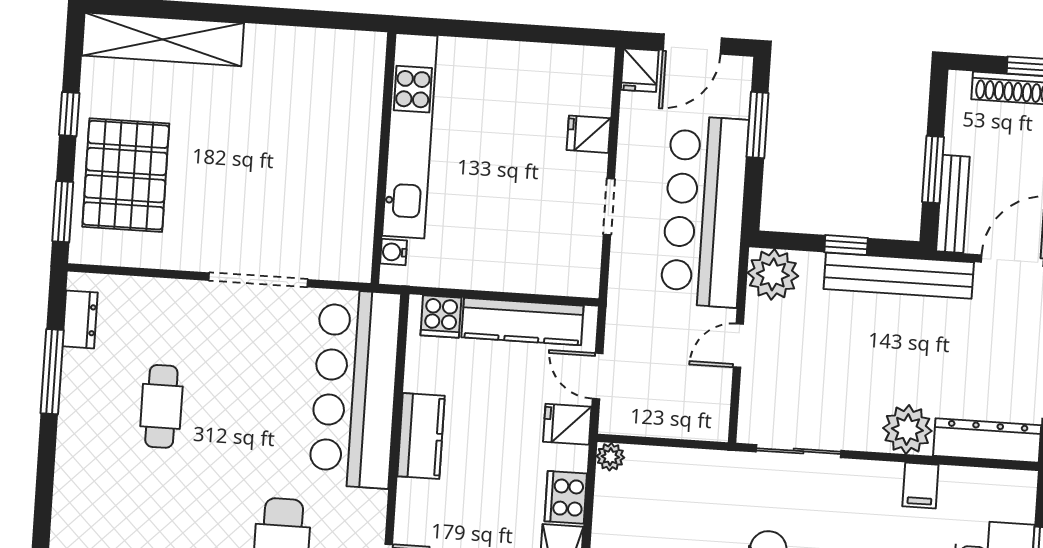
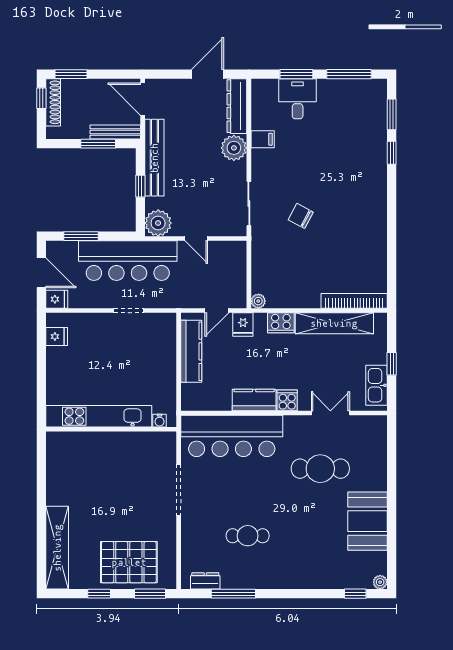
fridge: (589, 134) -> (57, 337), moved, turned -90
cooker: (441, 316) -> (287, 400), moved, turned -90

